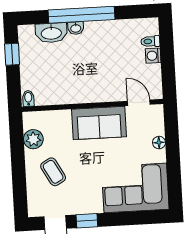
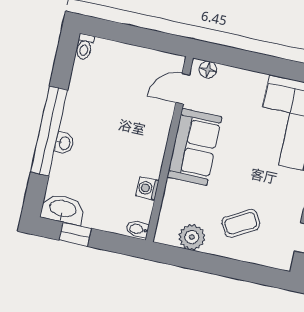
washbasin: (51, 33) -> (63, 209), moved, turned -90
toilet: (150, 41) -> (84, 47), moved
washing machine: (153, 56) -> (147, 188), moved, turned 90
floor lamp: (159, 143) -> (208, 70), moved

